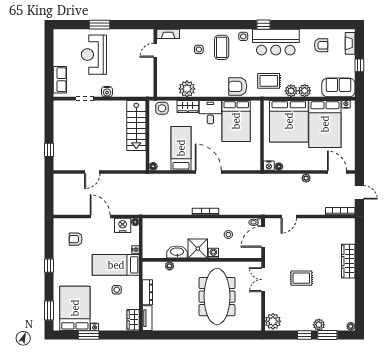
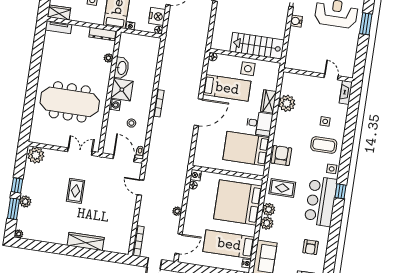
rug: (269, 81) -> (282, 188), turned 90
side table: (162, 108) -> (248, 69), moved
bed: (325, 124) -> (229, 244), width x0.67
dresser: (147, 292) -> (102, 34), moved

